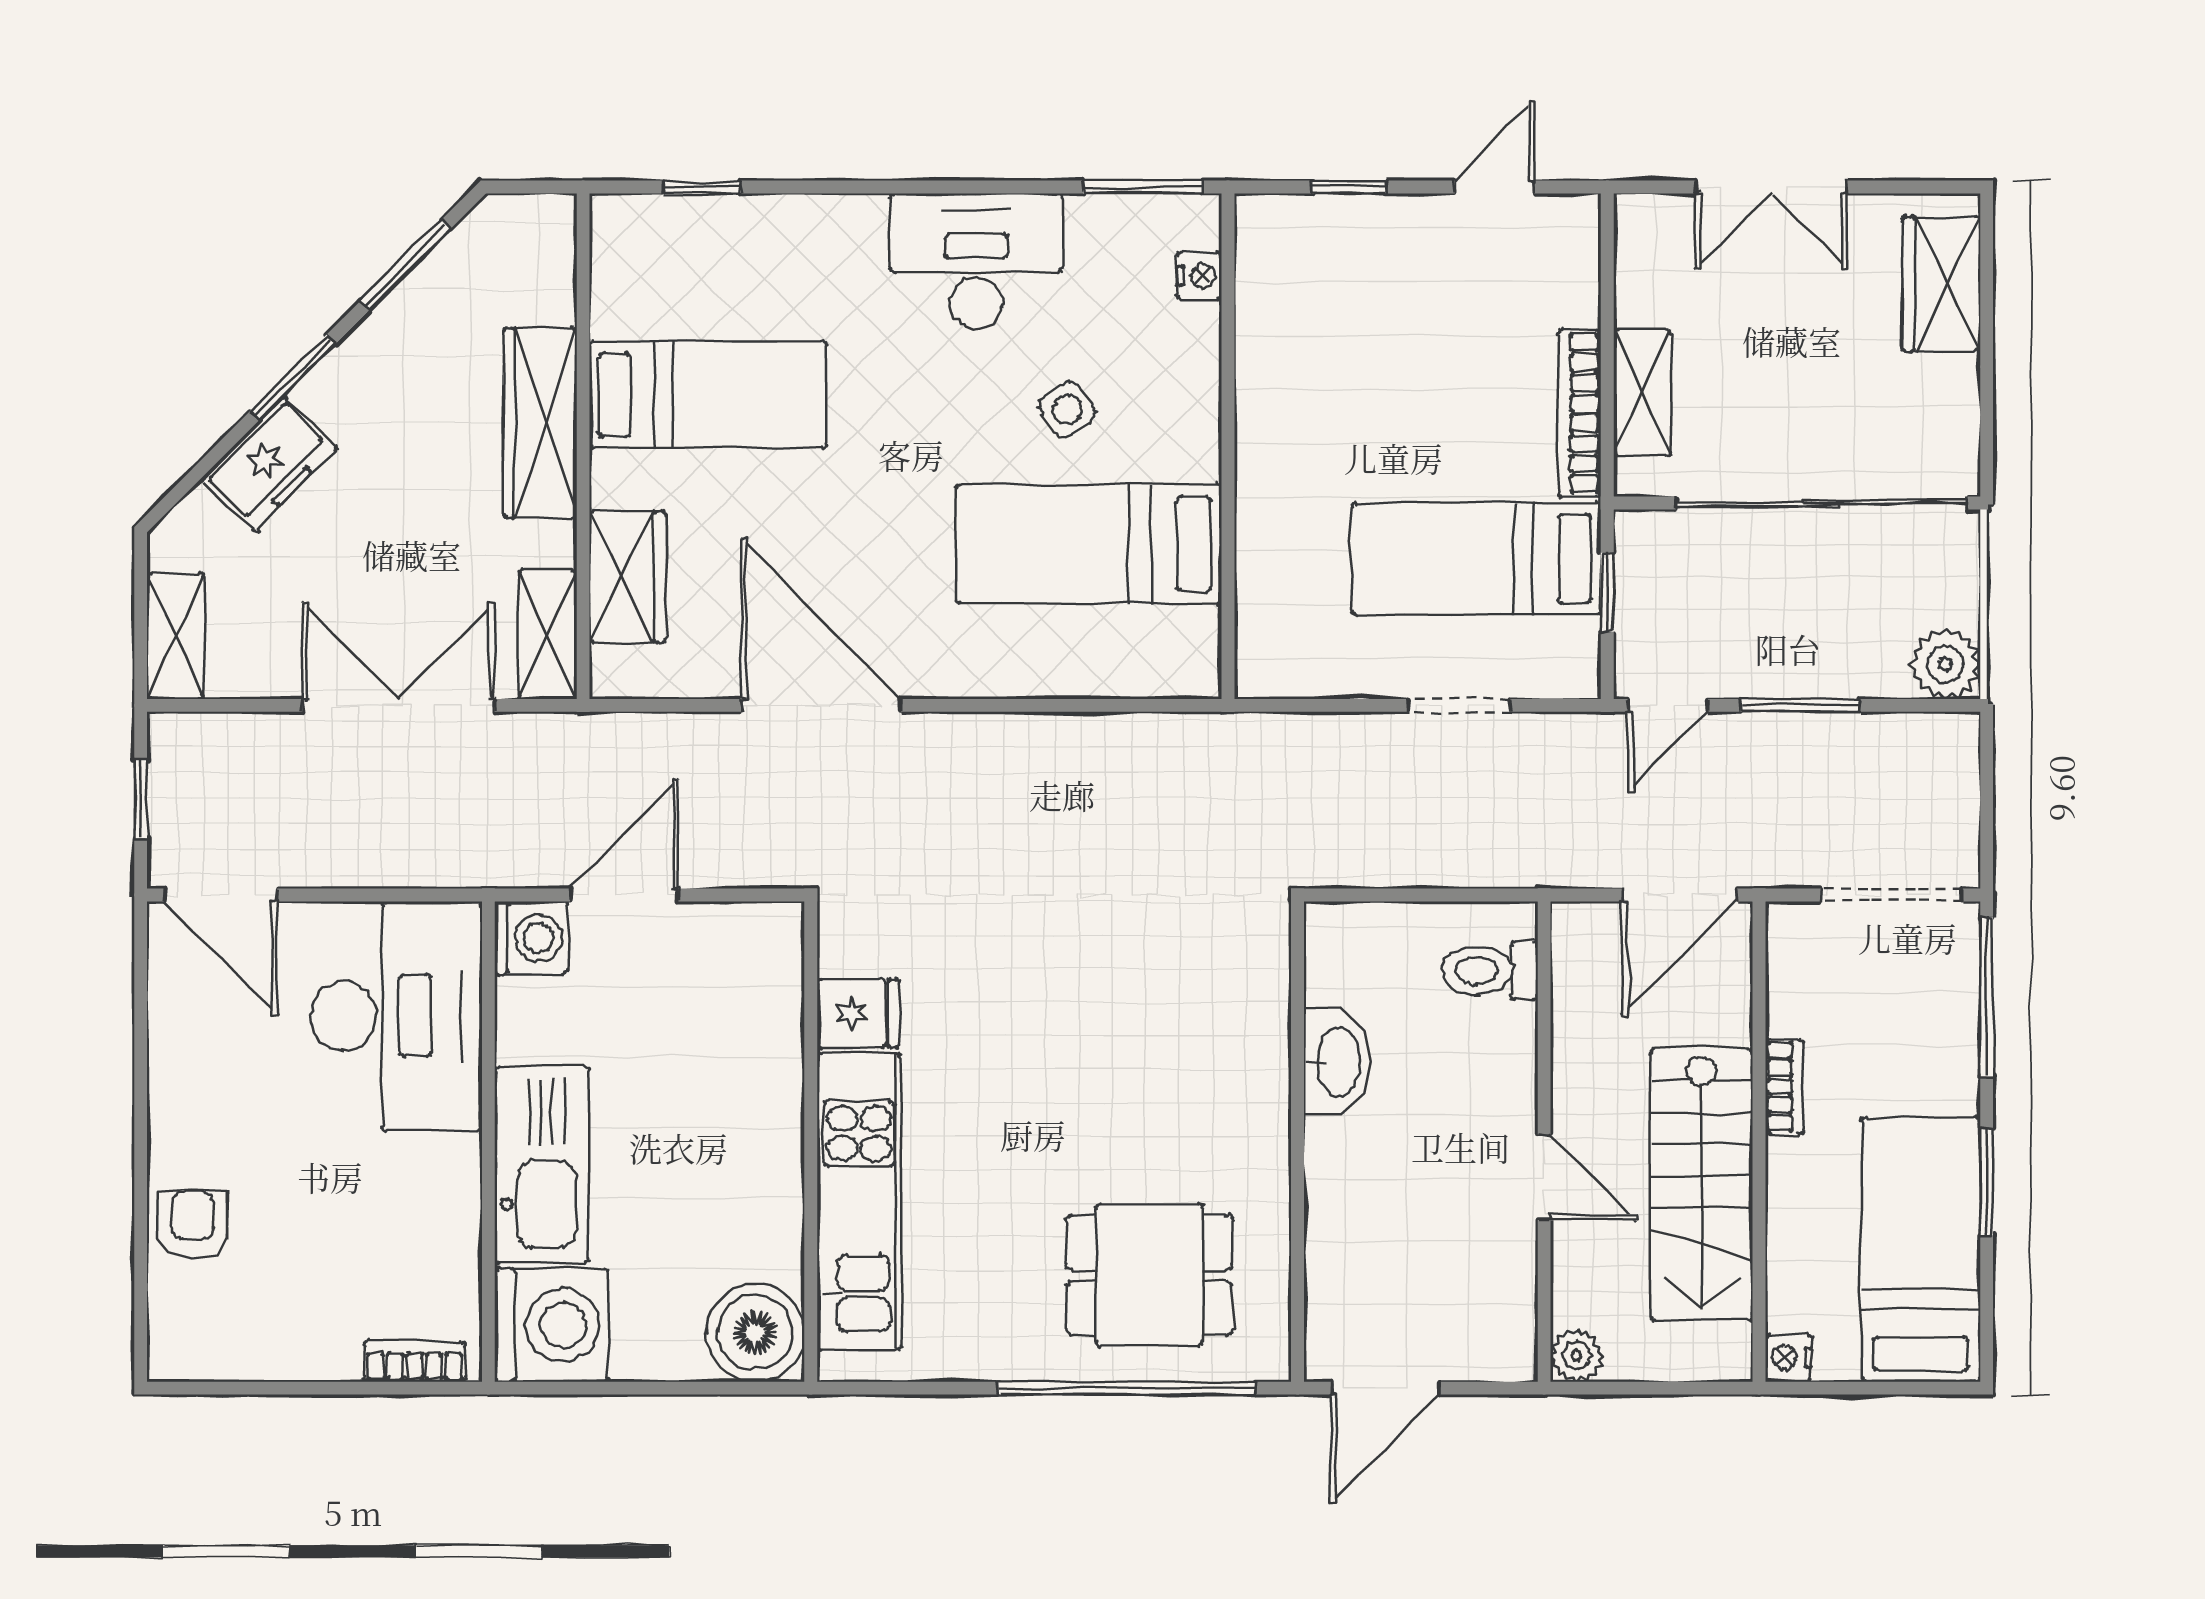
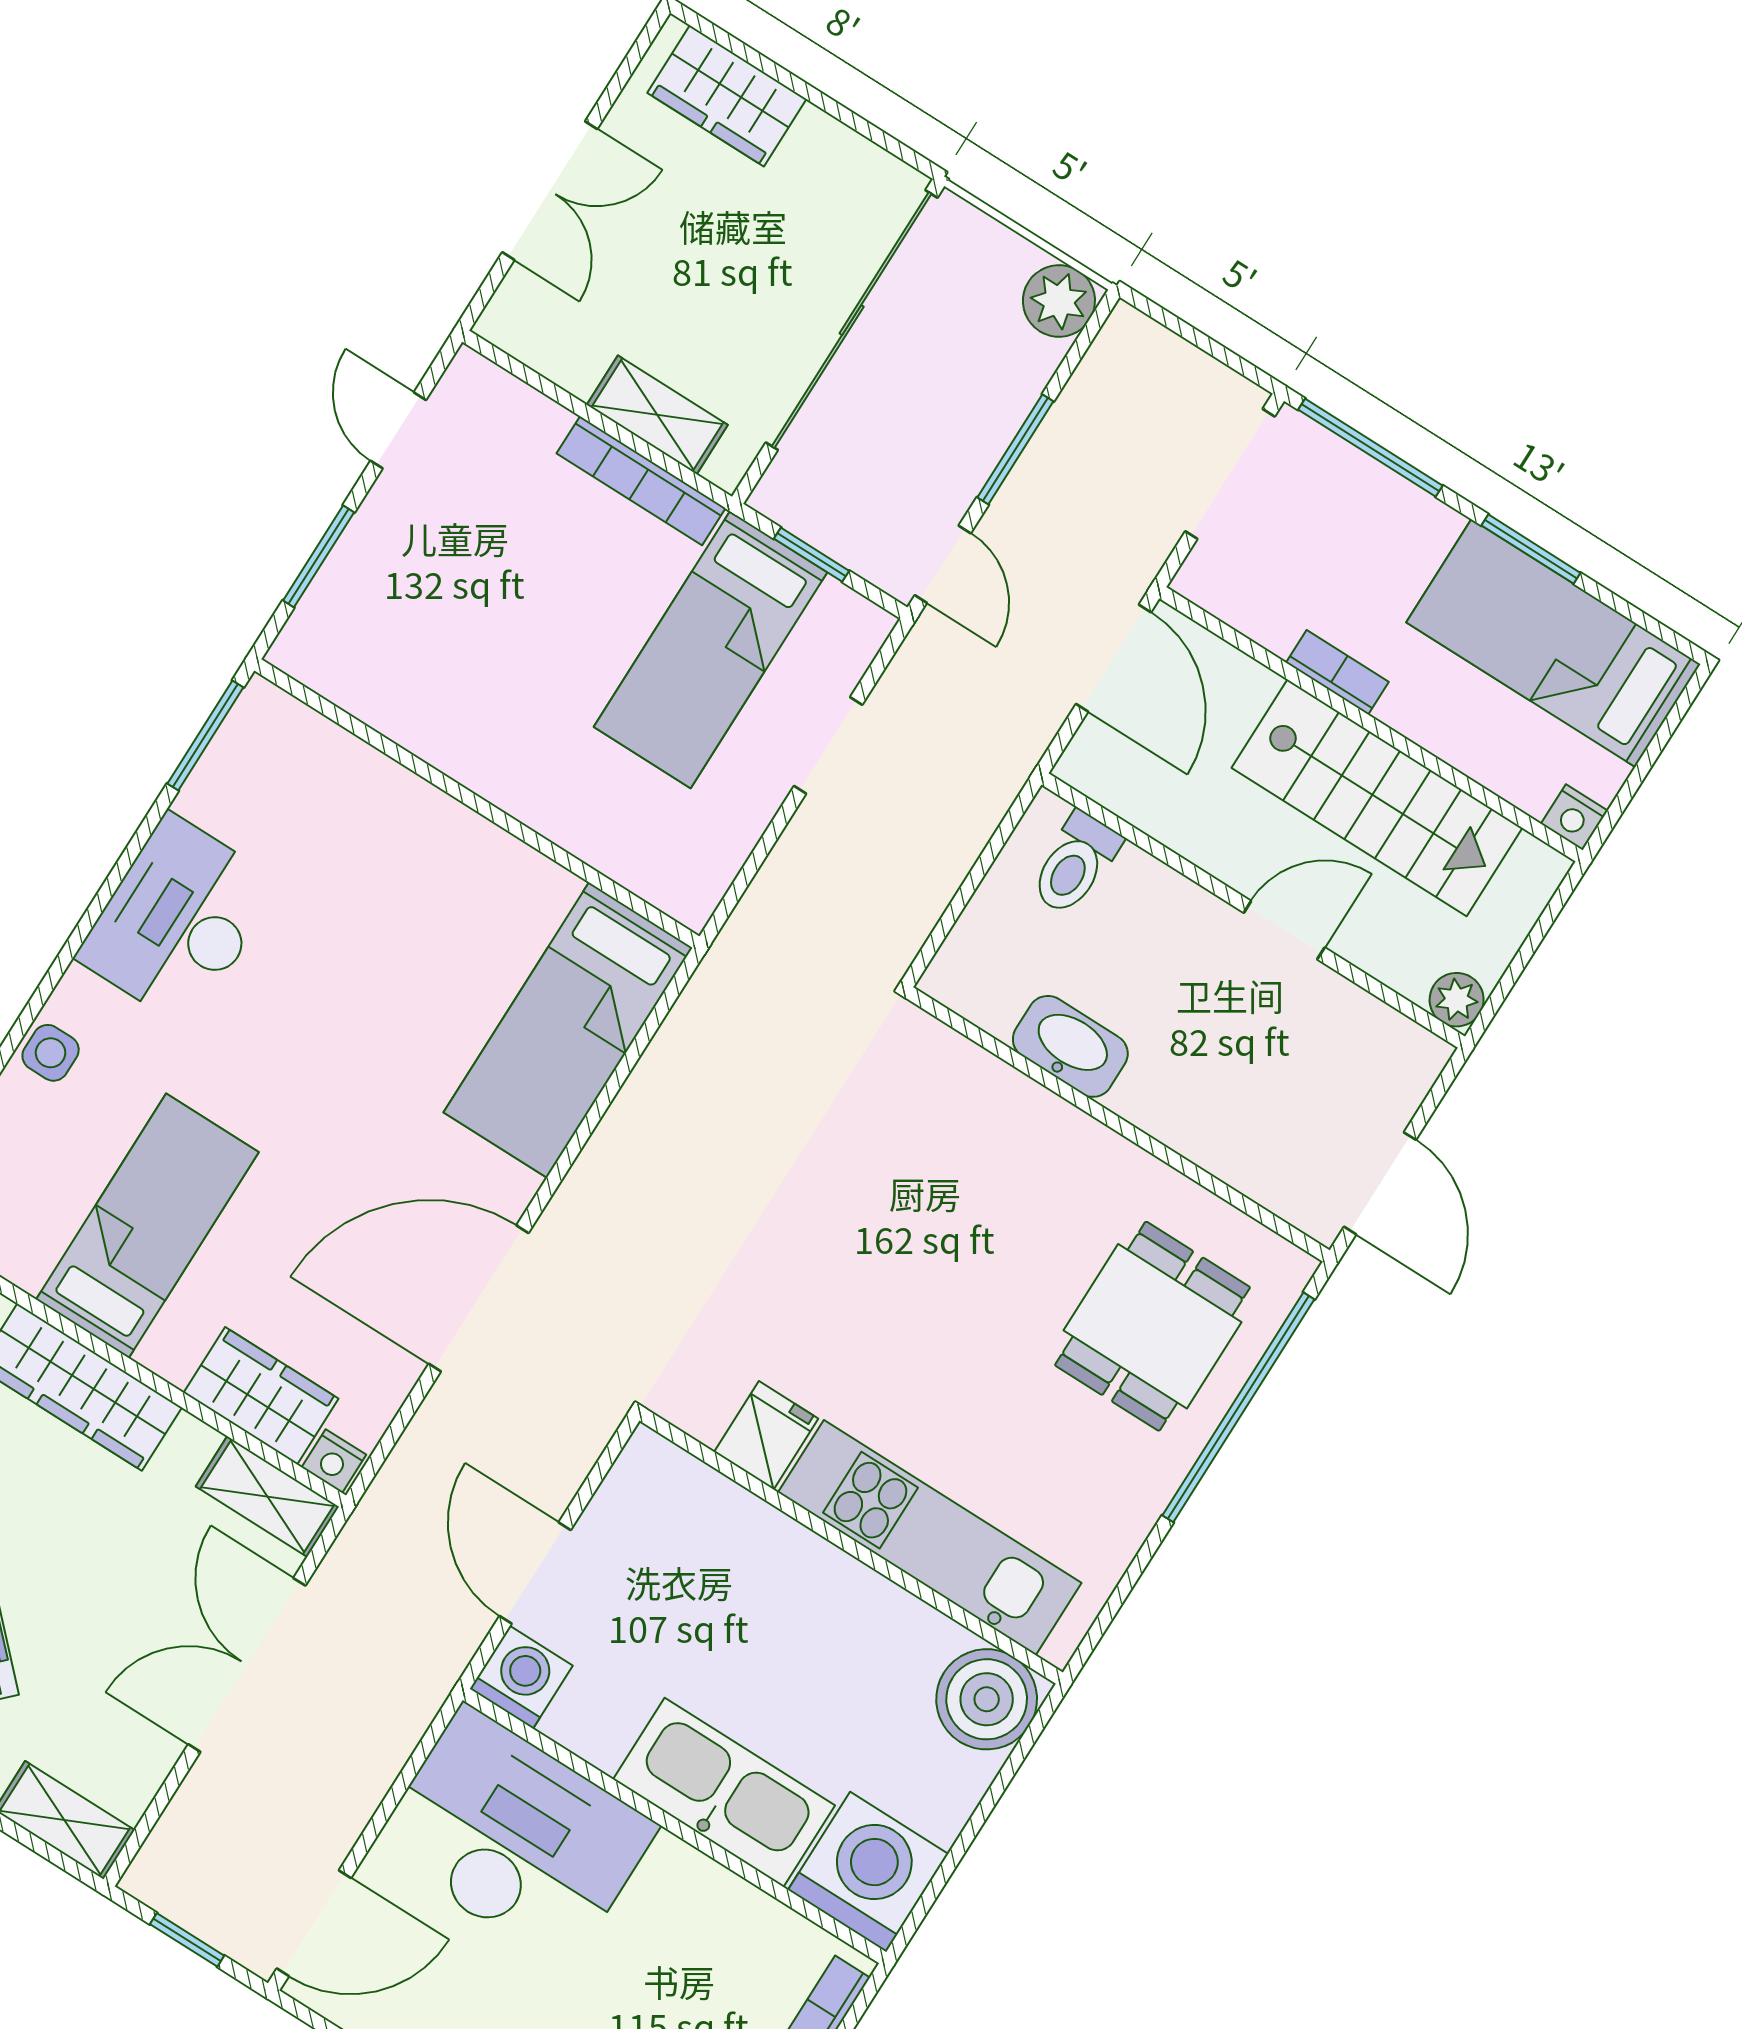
window: (1349, 187) -> (319, 556), width x1.50
nightstand: (1200, 276) -> (334, 1461), moved, turned 180
side table: (1067, 410) -> (51, 1053), moved, turned 35
bed: (1089, 544) -> (568, 1030), moved

